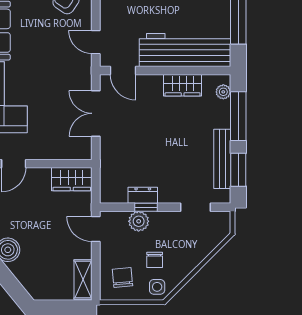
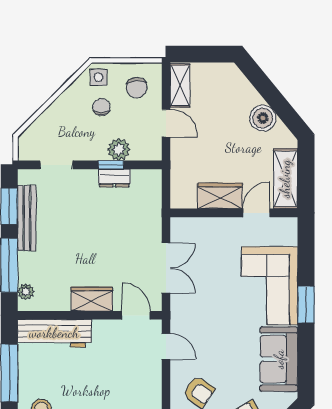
workbench: (185, 50) -> (54, 333), width x0.73, depth x0.76
wardrobe: (183, 85) -> (92, 299), moved
wardrobe: (72, 179) -> (220, 196), moved
door: (96, 229) -> (166, 123), moved

